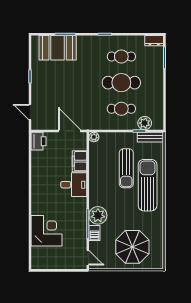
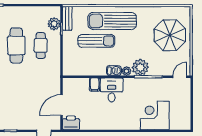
door: (70, 131) -> (61, 105), moved
plant: (94, 137) -> (127, 71), moved
filing cabinet: (80, 161) -> (95, 85), width x0.50
barbecue: (94, 233) -> (114, 71), moved

